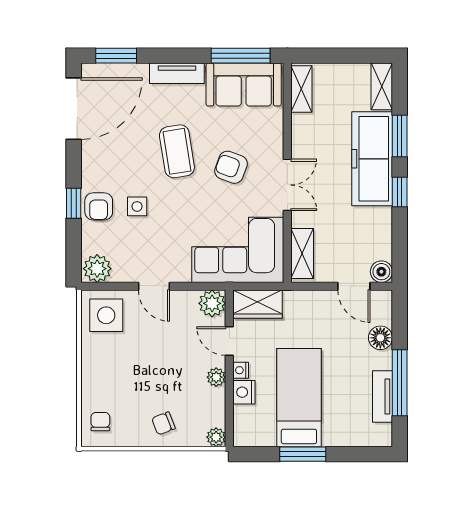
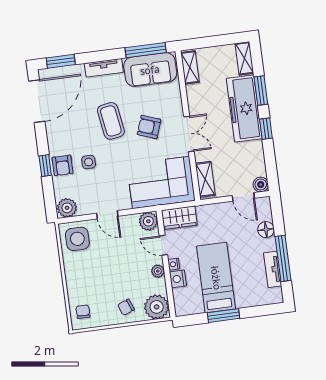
plant: (216, 437) -> (157, 307), width x1.88, depth x1.88

